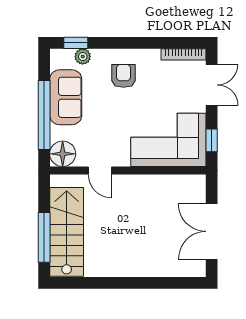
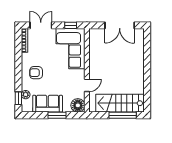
window: (44, 115) -> (57, 115), width x0.47

